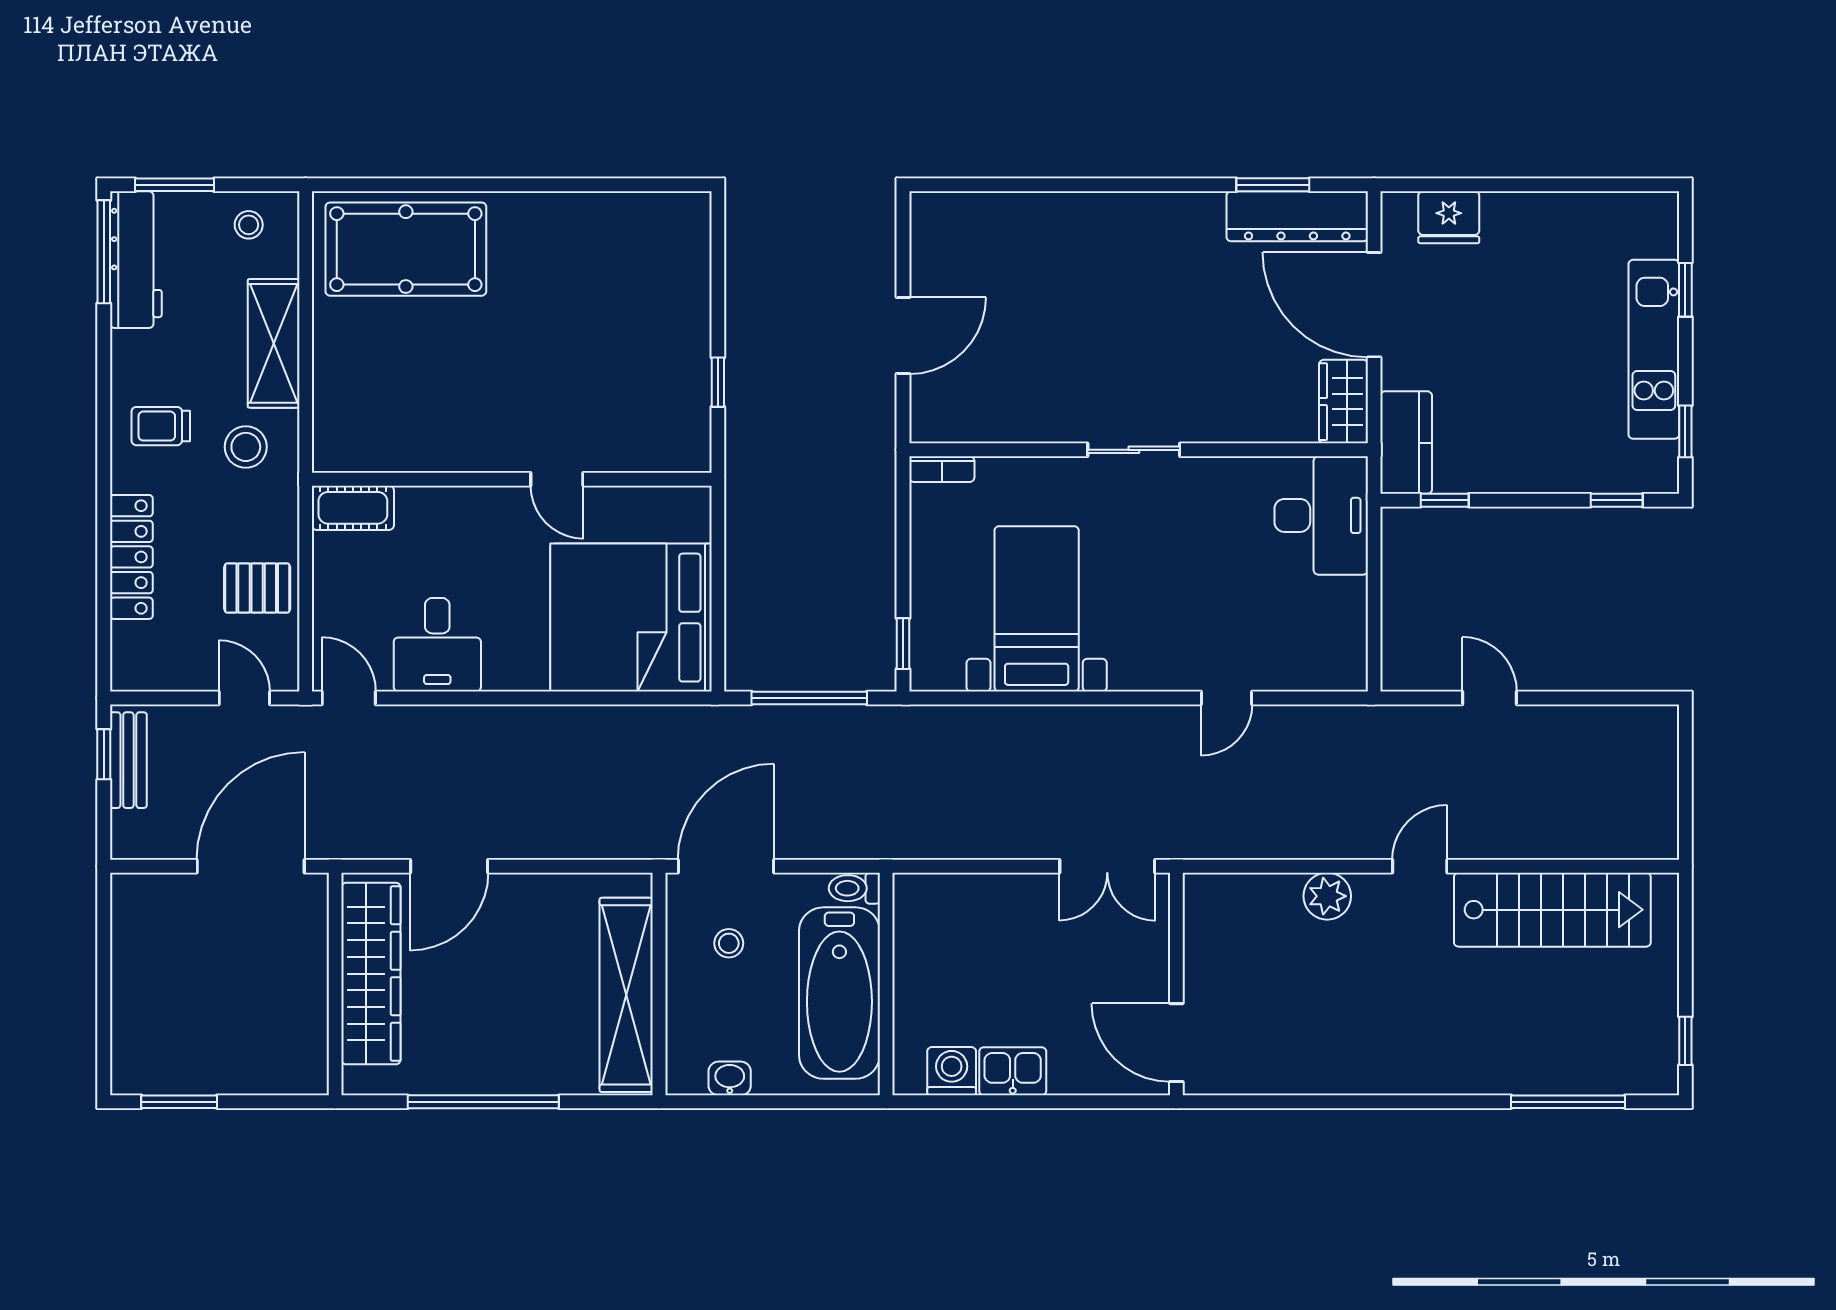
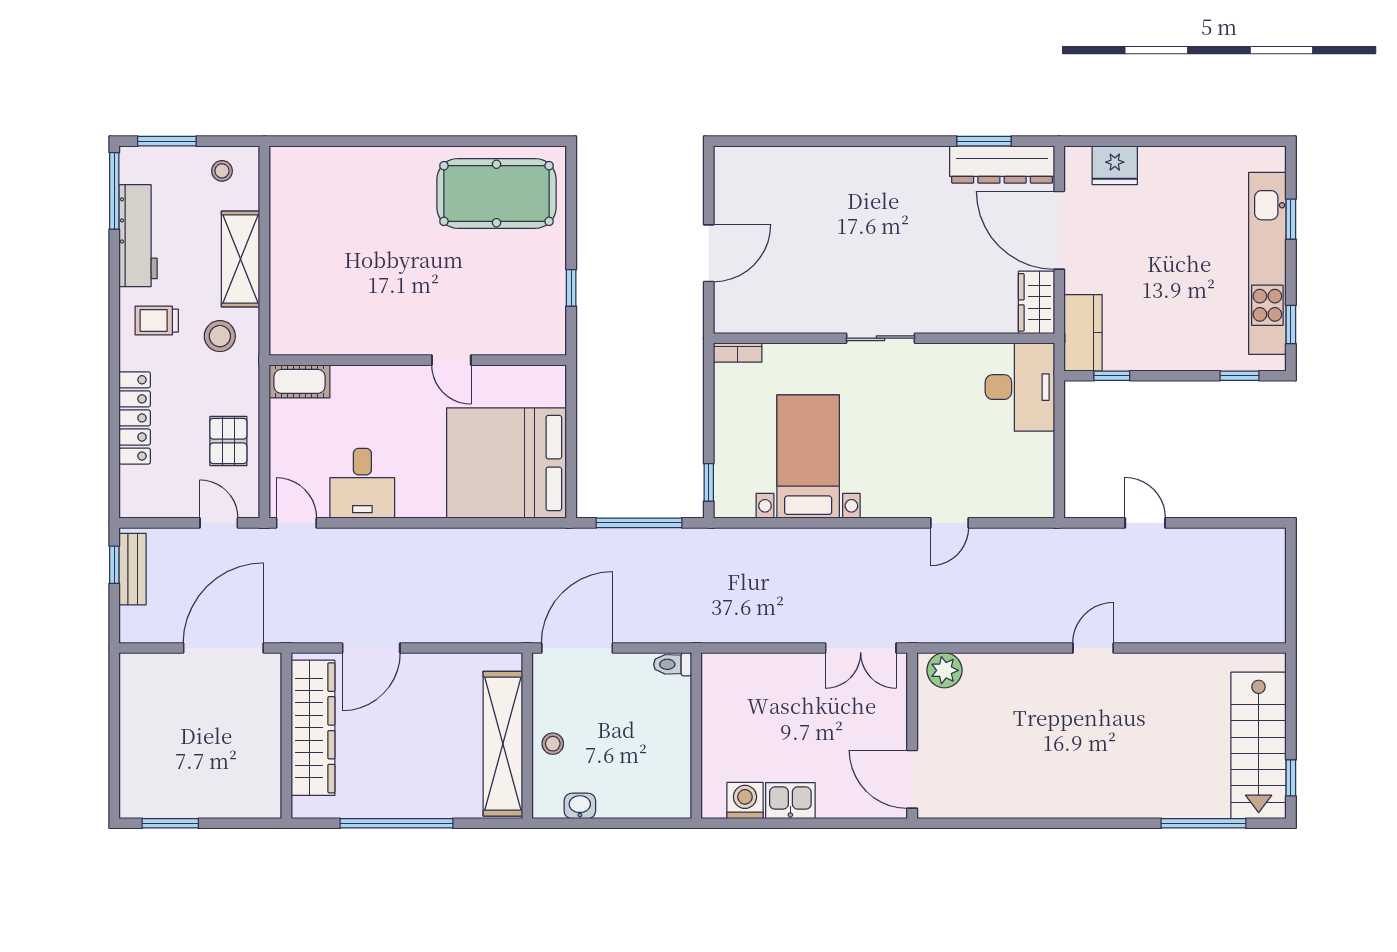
pool table: (406, 249) -> (497, 193), moved
workbench: (136, 260) -> (138, 236), moved
kitchen unit: (1654, 349) -> (1267, 263), width x1.36
pallet: (257, 588) -> (228, 441), turned 90
plant: (1327, 896) -> (944, 670), moved
stairs: (1552, 910) -> (1259, 745), moved, turned 90
stool: (729, 943) -> (553, 744), moved
bathtub: (839, 993) -> (661, 742), removed

